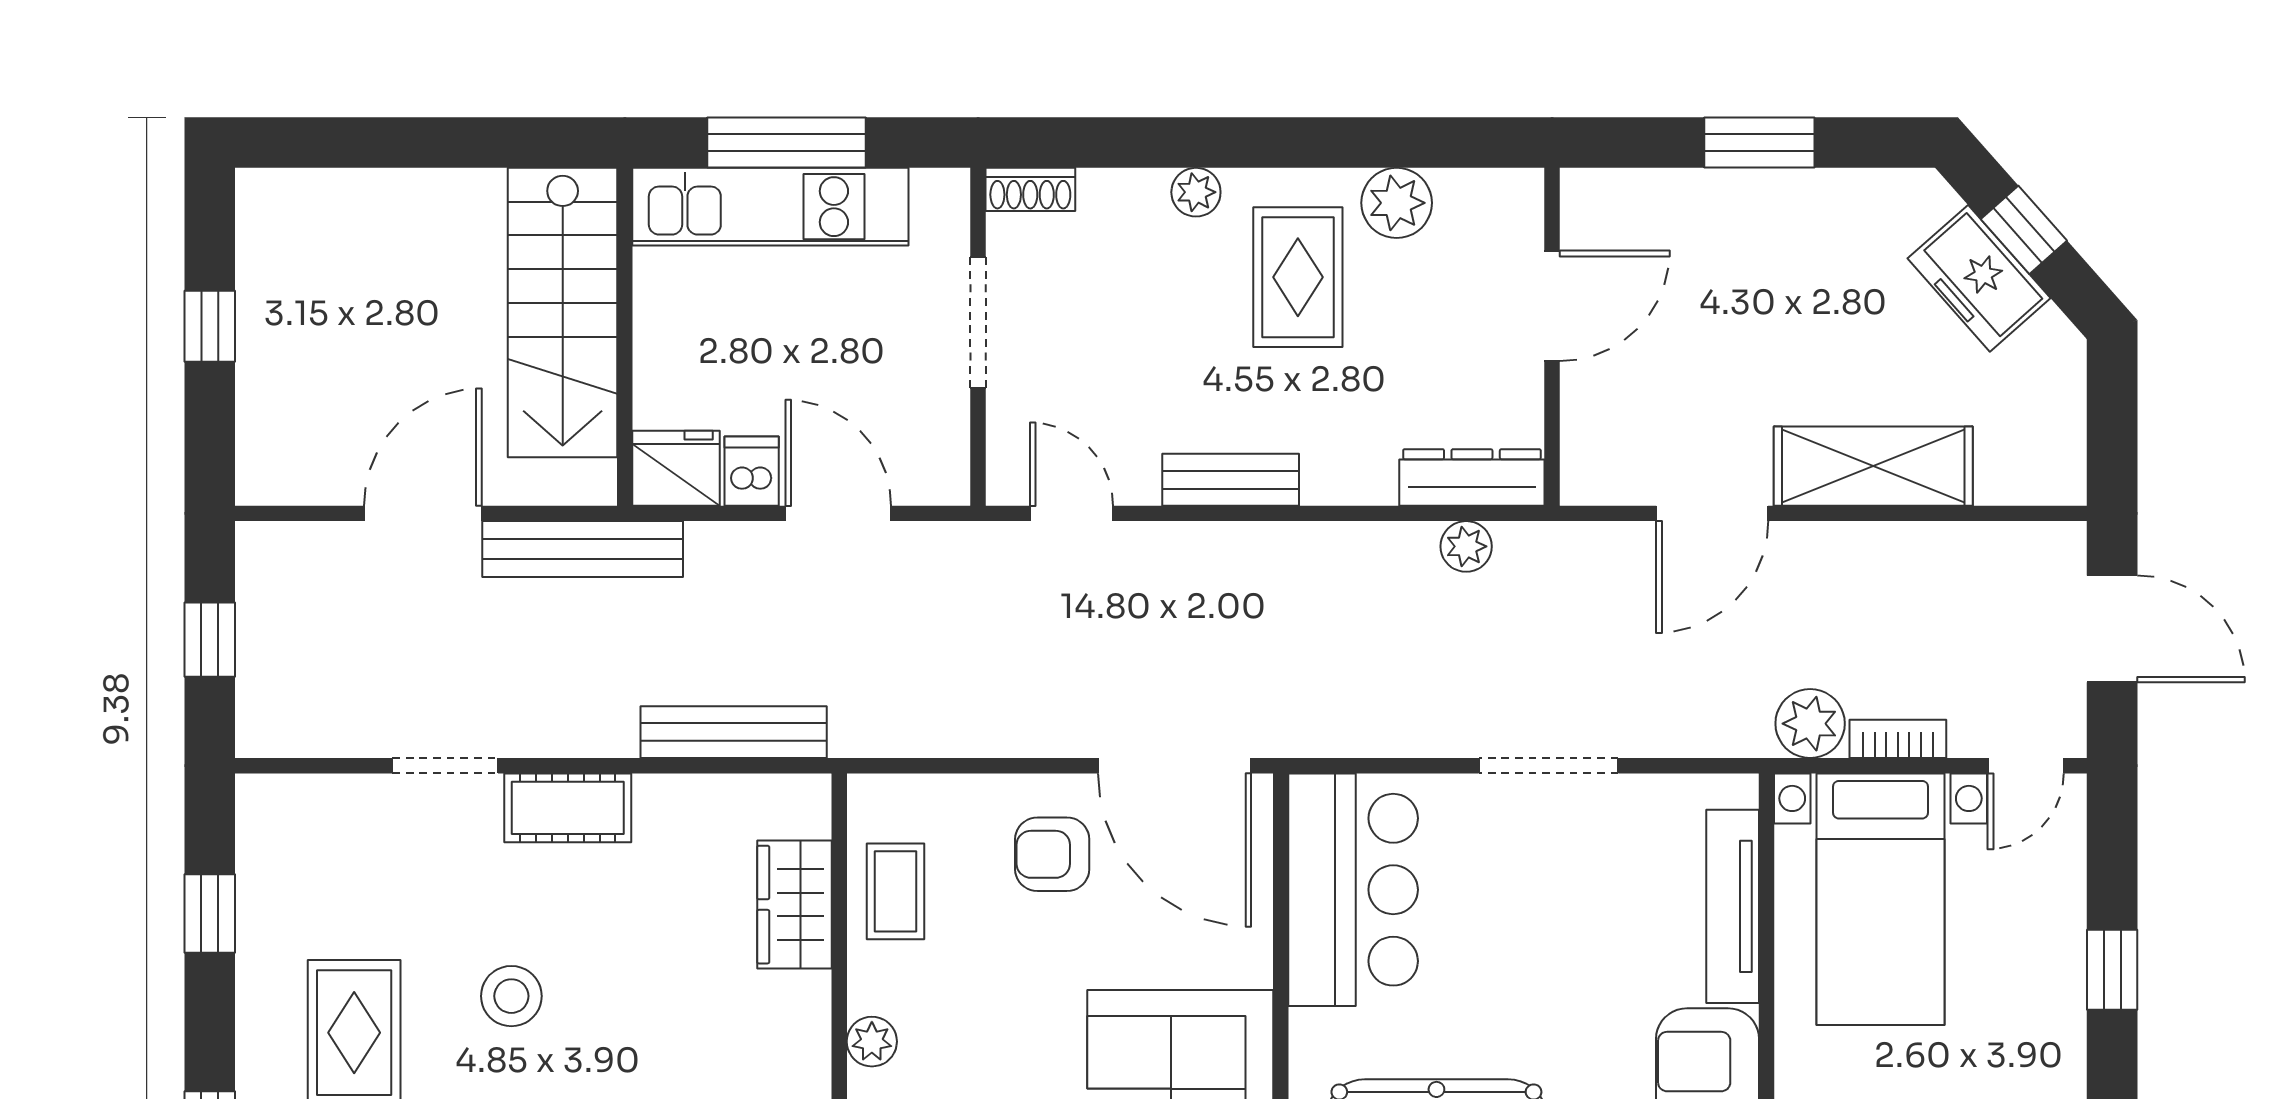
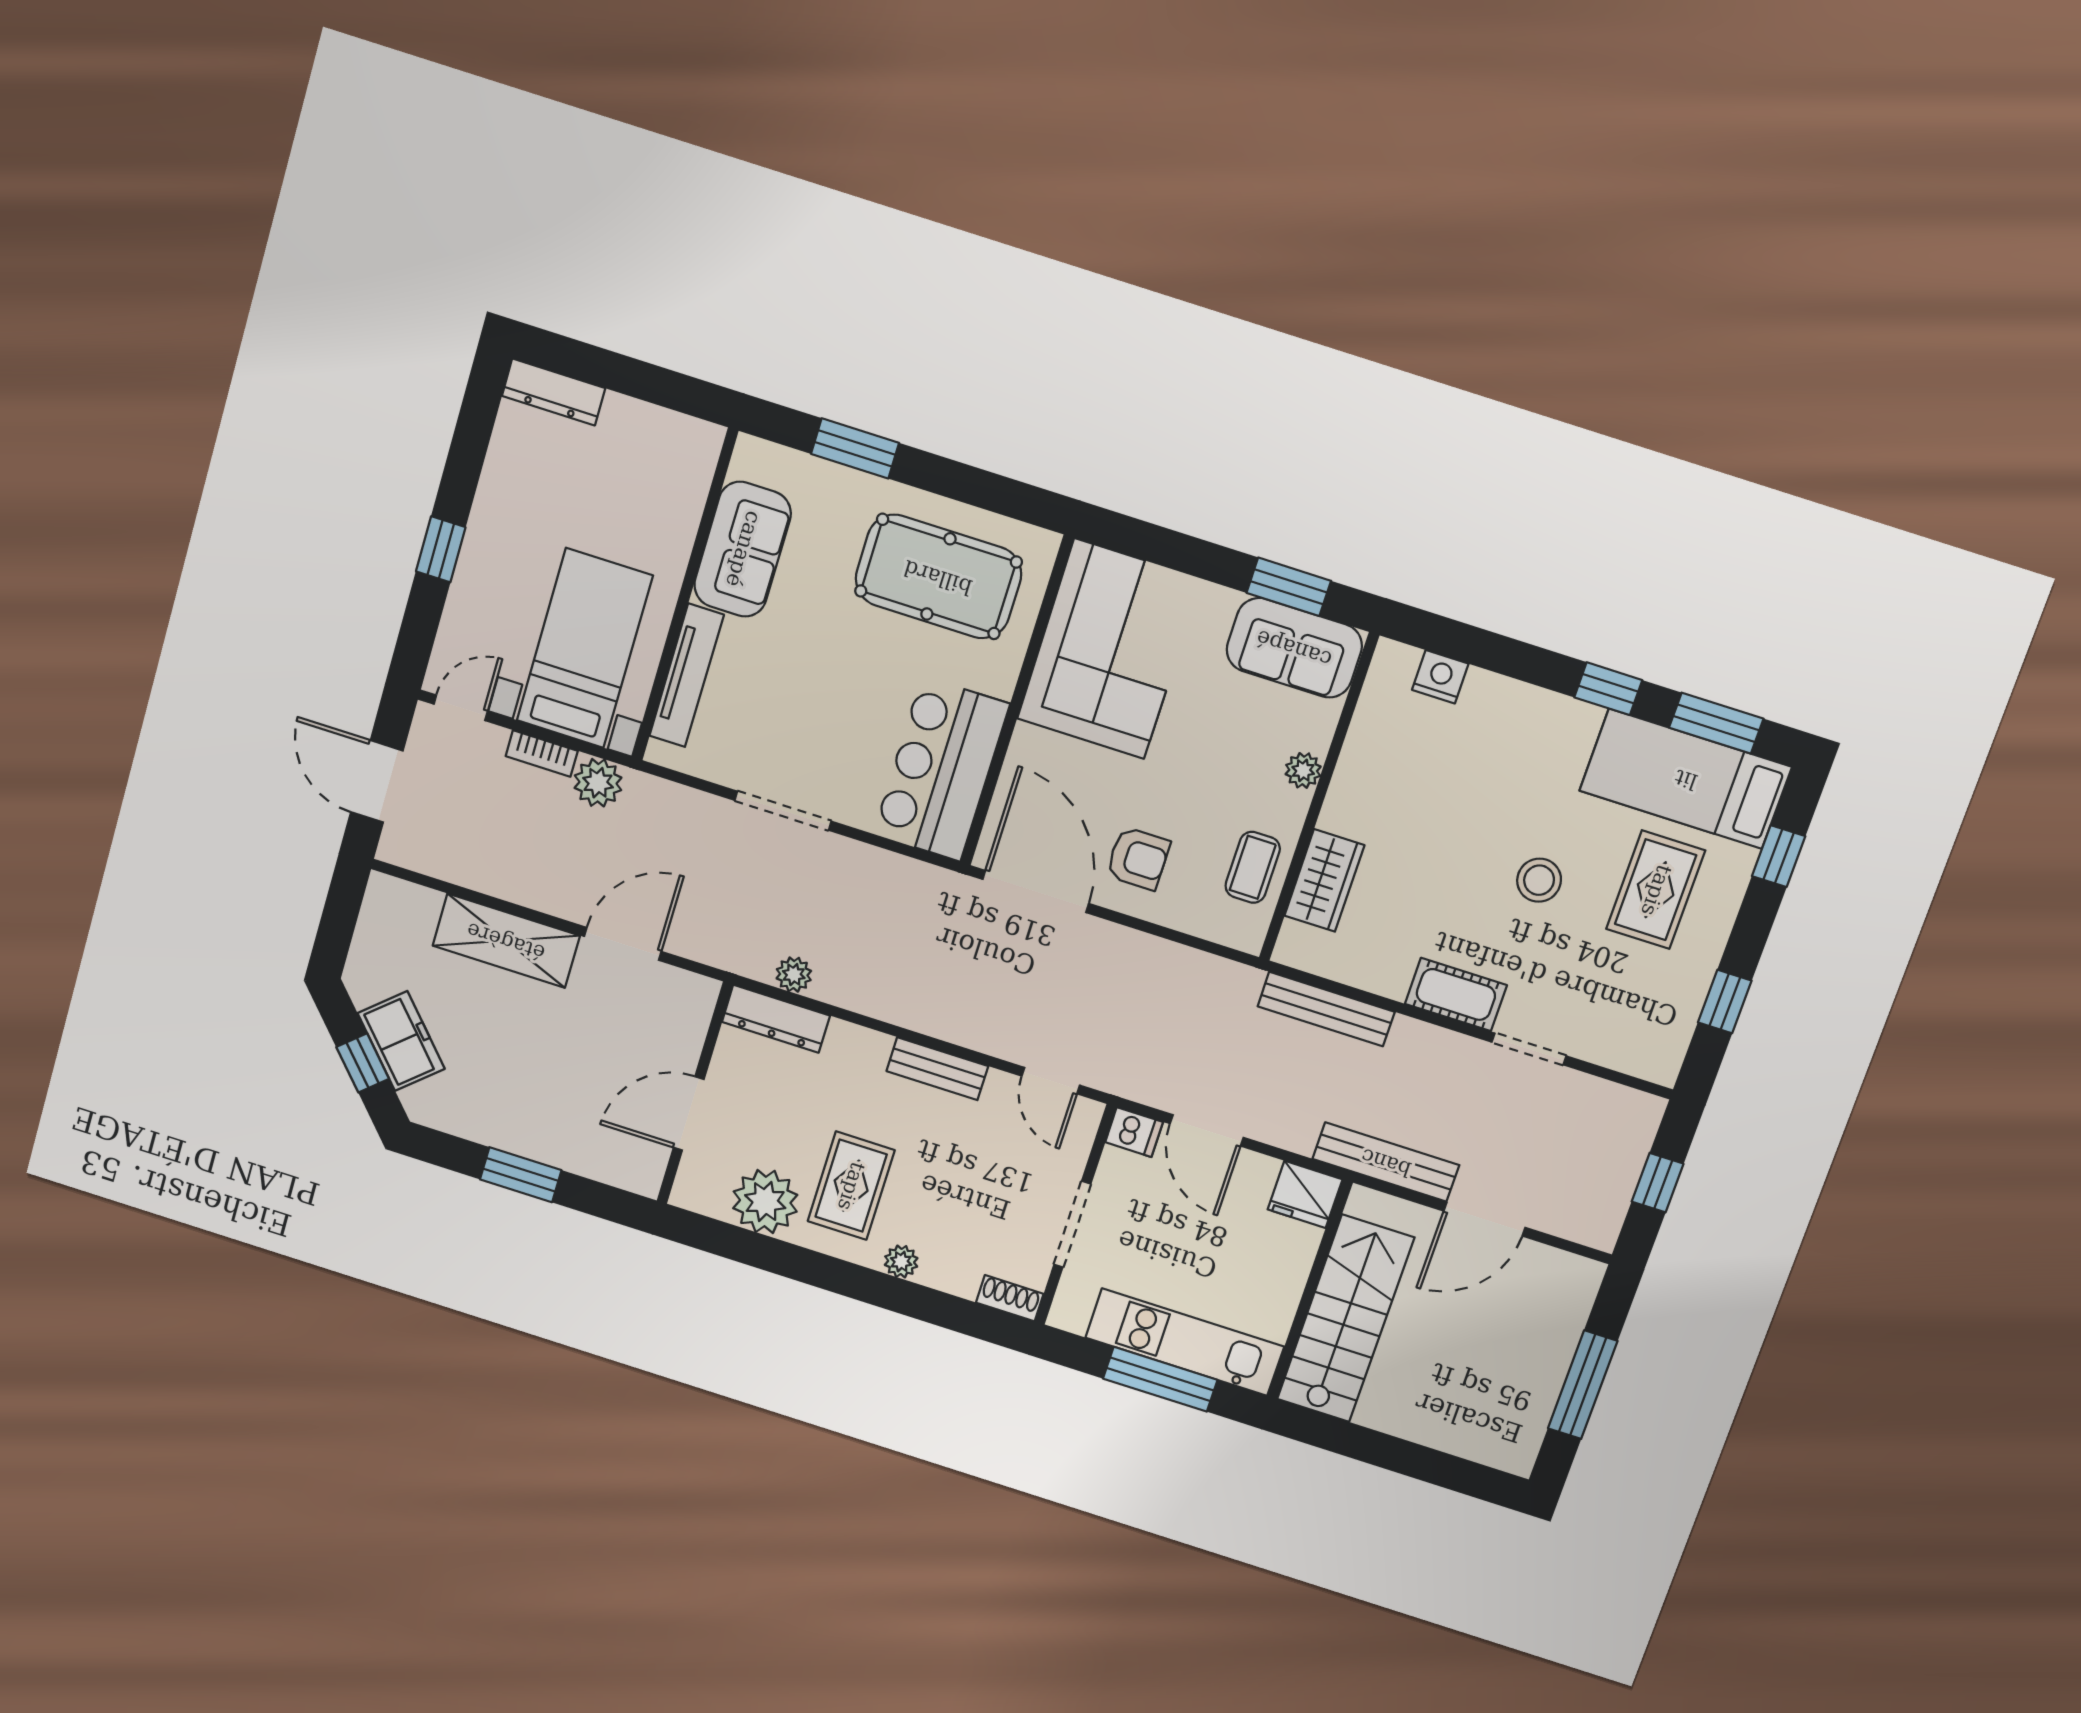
plant: (1397, 203) -> (765, 1202), width x1.36, depth x1.36
window: (210, 326) -> (1583, 1385), width x2.17
dishwasher: (752, 471) -> (1134, 1132), moved, turned -90

